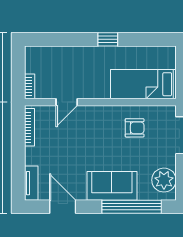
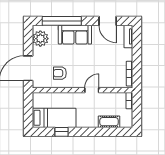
window: (108, 39) -> (62, 132), moved
cot: (60, 55) -> (109, 122), added
bed: (143, 84) -> (54, 118), moved
door: (67, 102) -> (92, 90), moved

